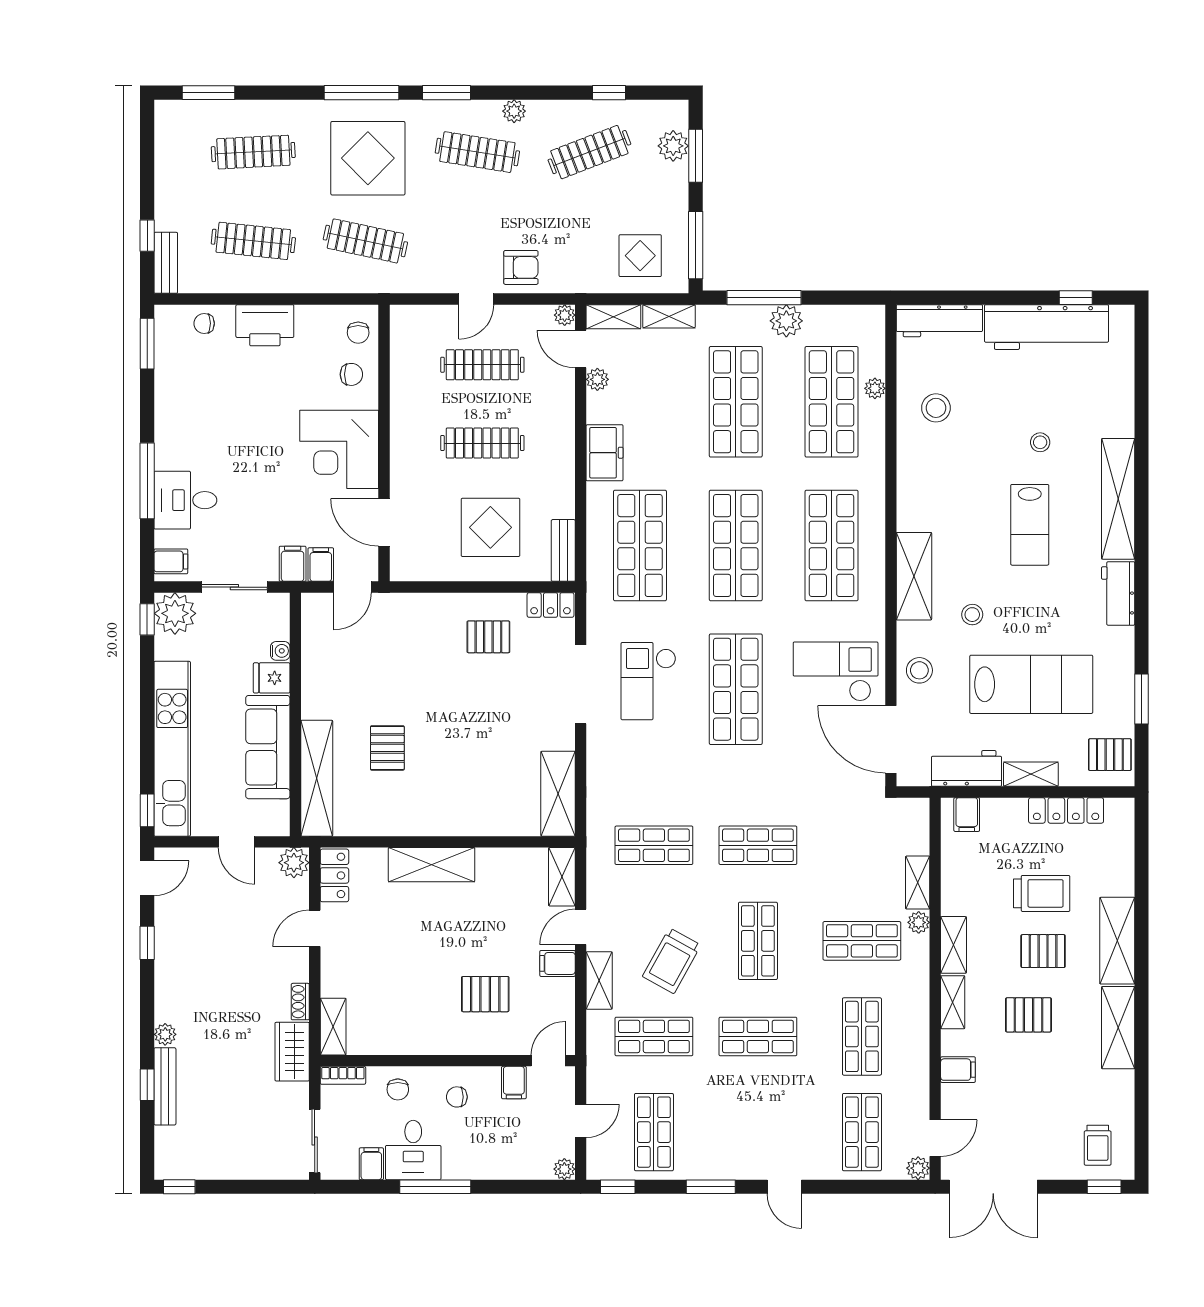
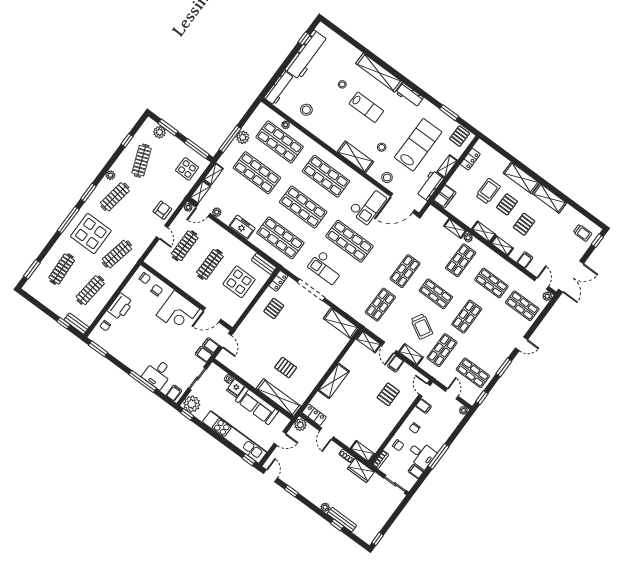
checkout: (836, 671) -> (368, 205), turned 180
locker: (1066, 810) -> (470, 159), width x0.66
filing cabinet: (967, 815) -> (445, 196), width x2.00

